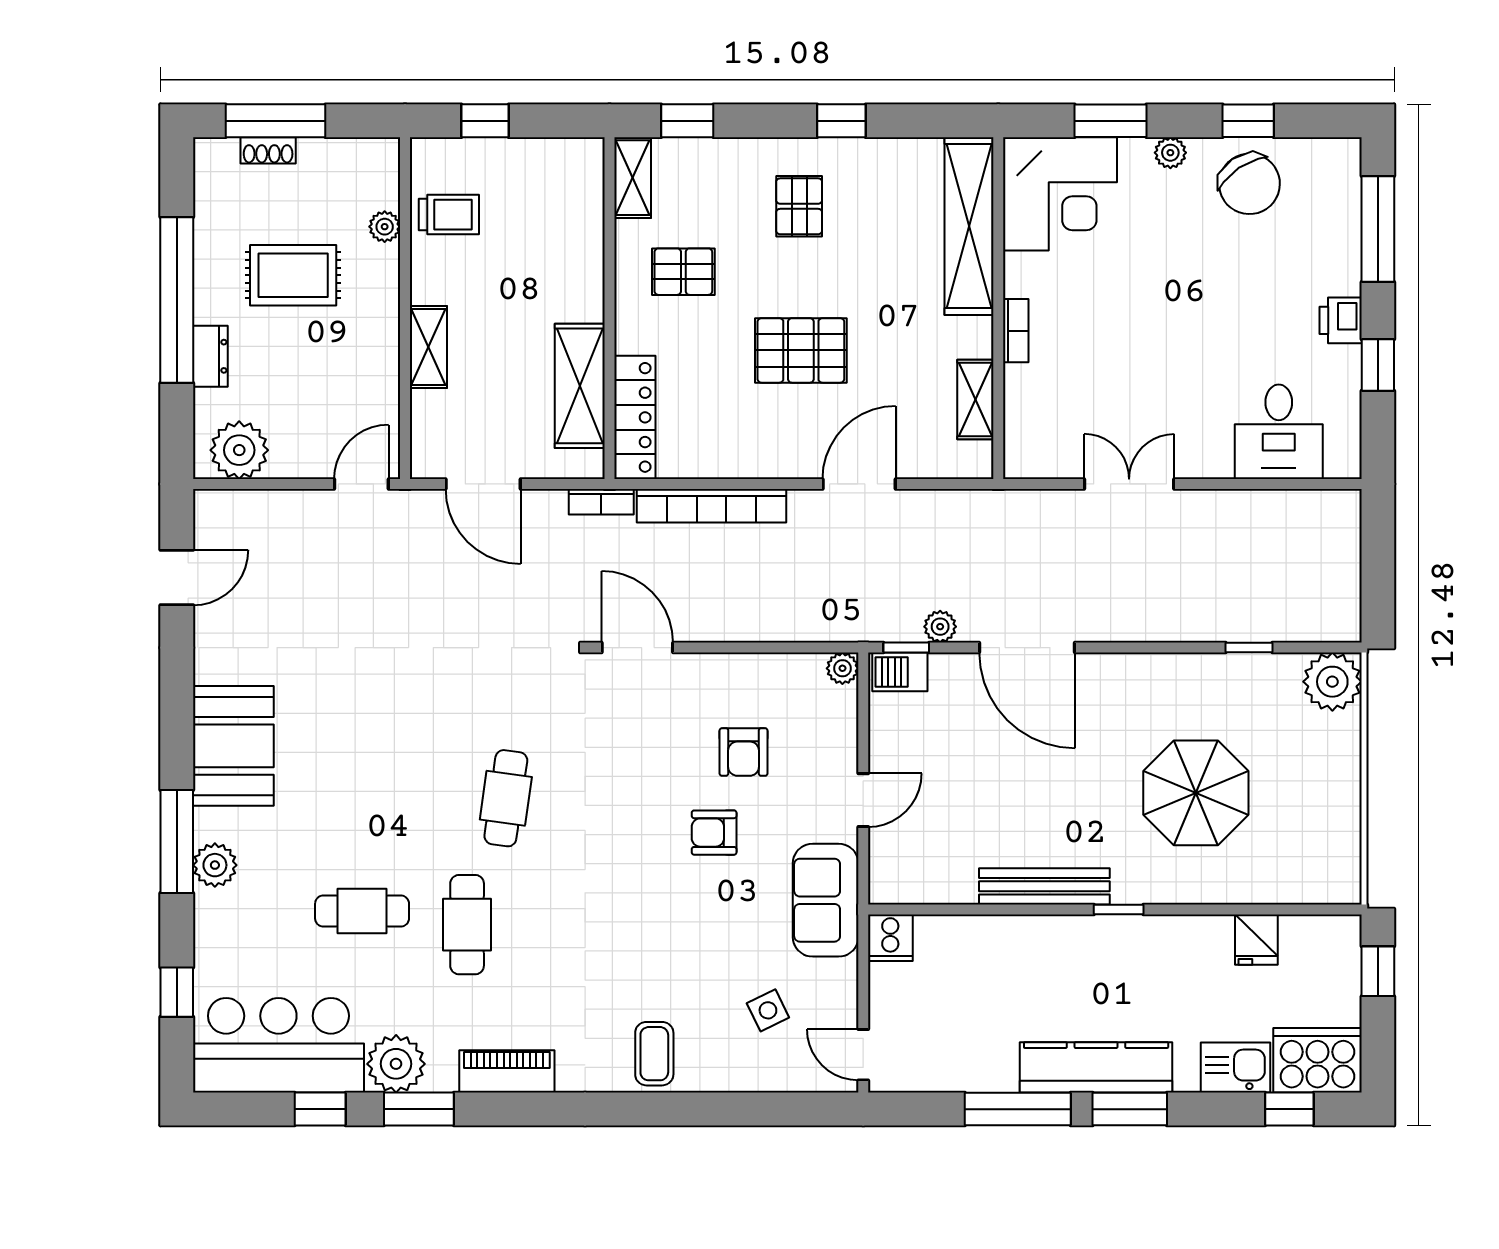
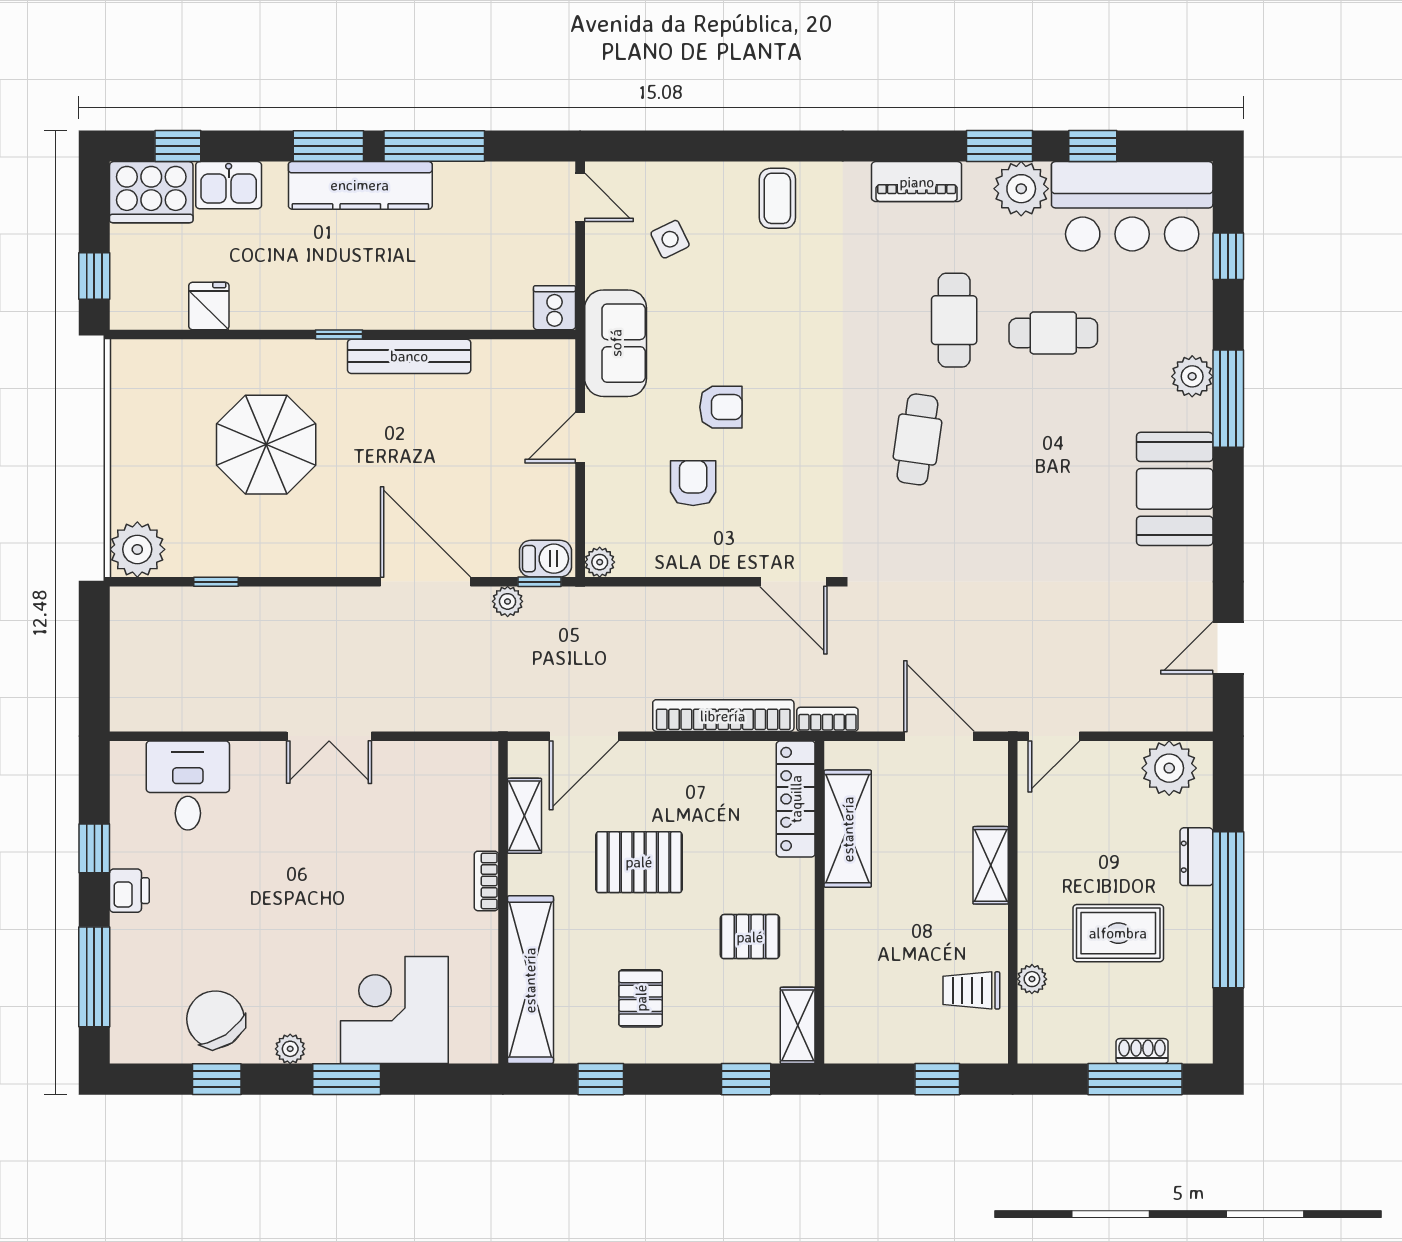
shelving: (969, 226) -> (530, 980), moved
wall: (998, 308) -> (503, 902), moved
bookcase: (1016, 331) -> (486, 881), moved
shelving: (975, 400) -> (524, 816), moved

